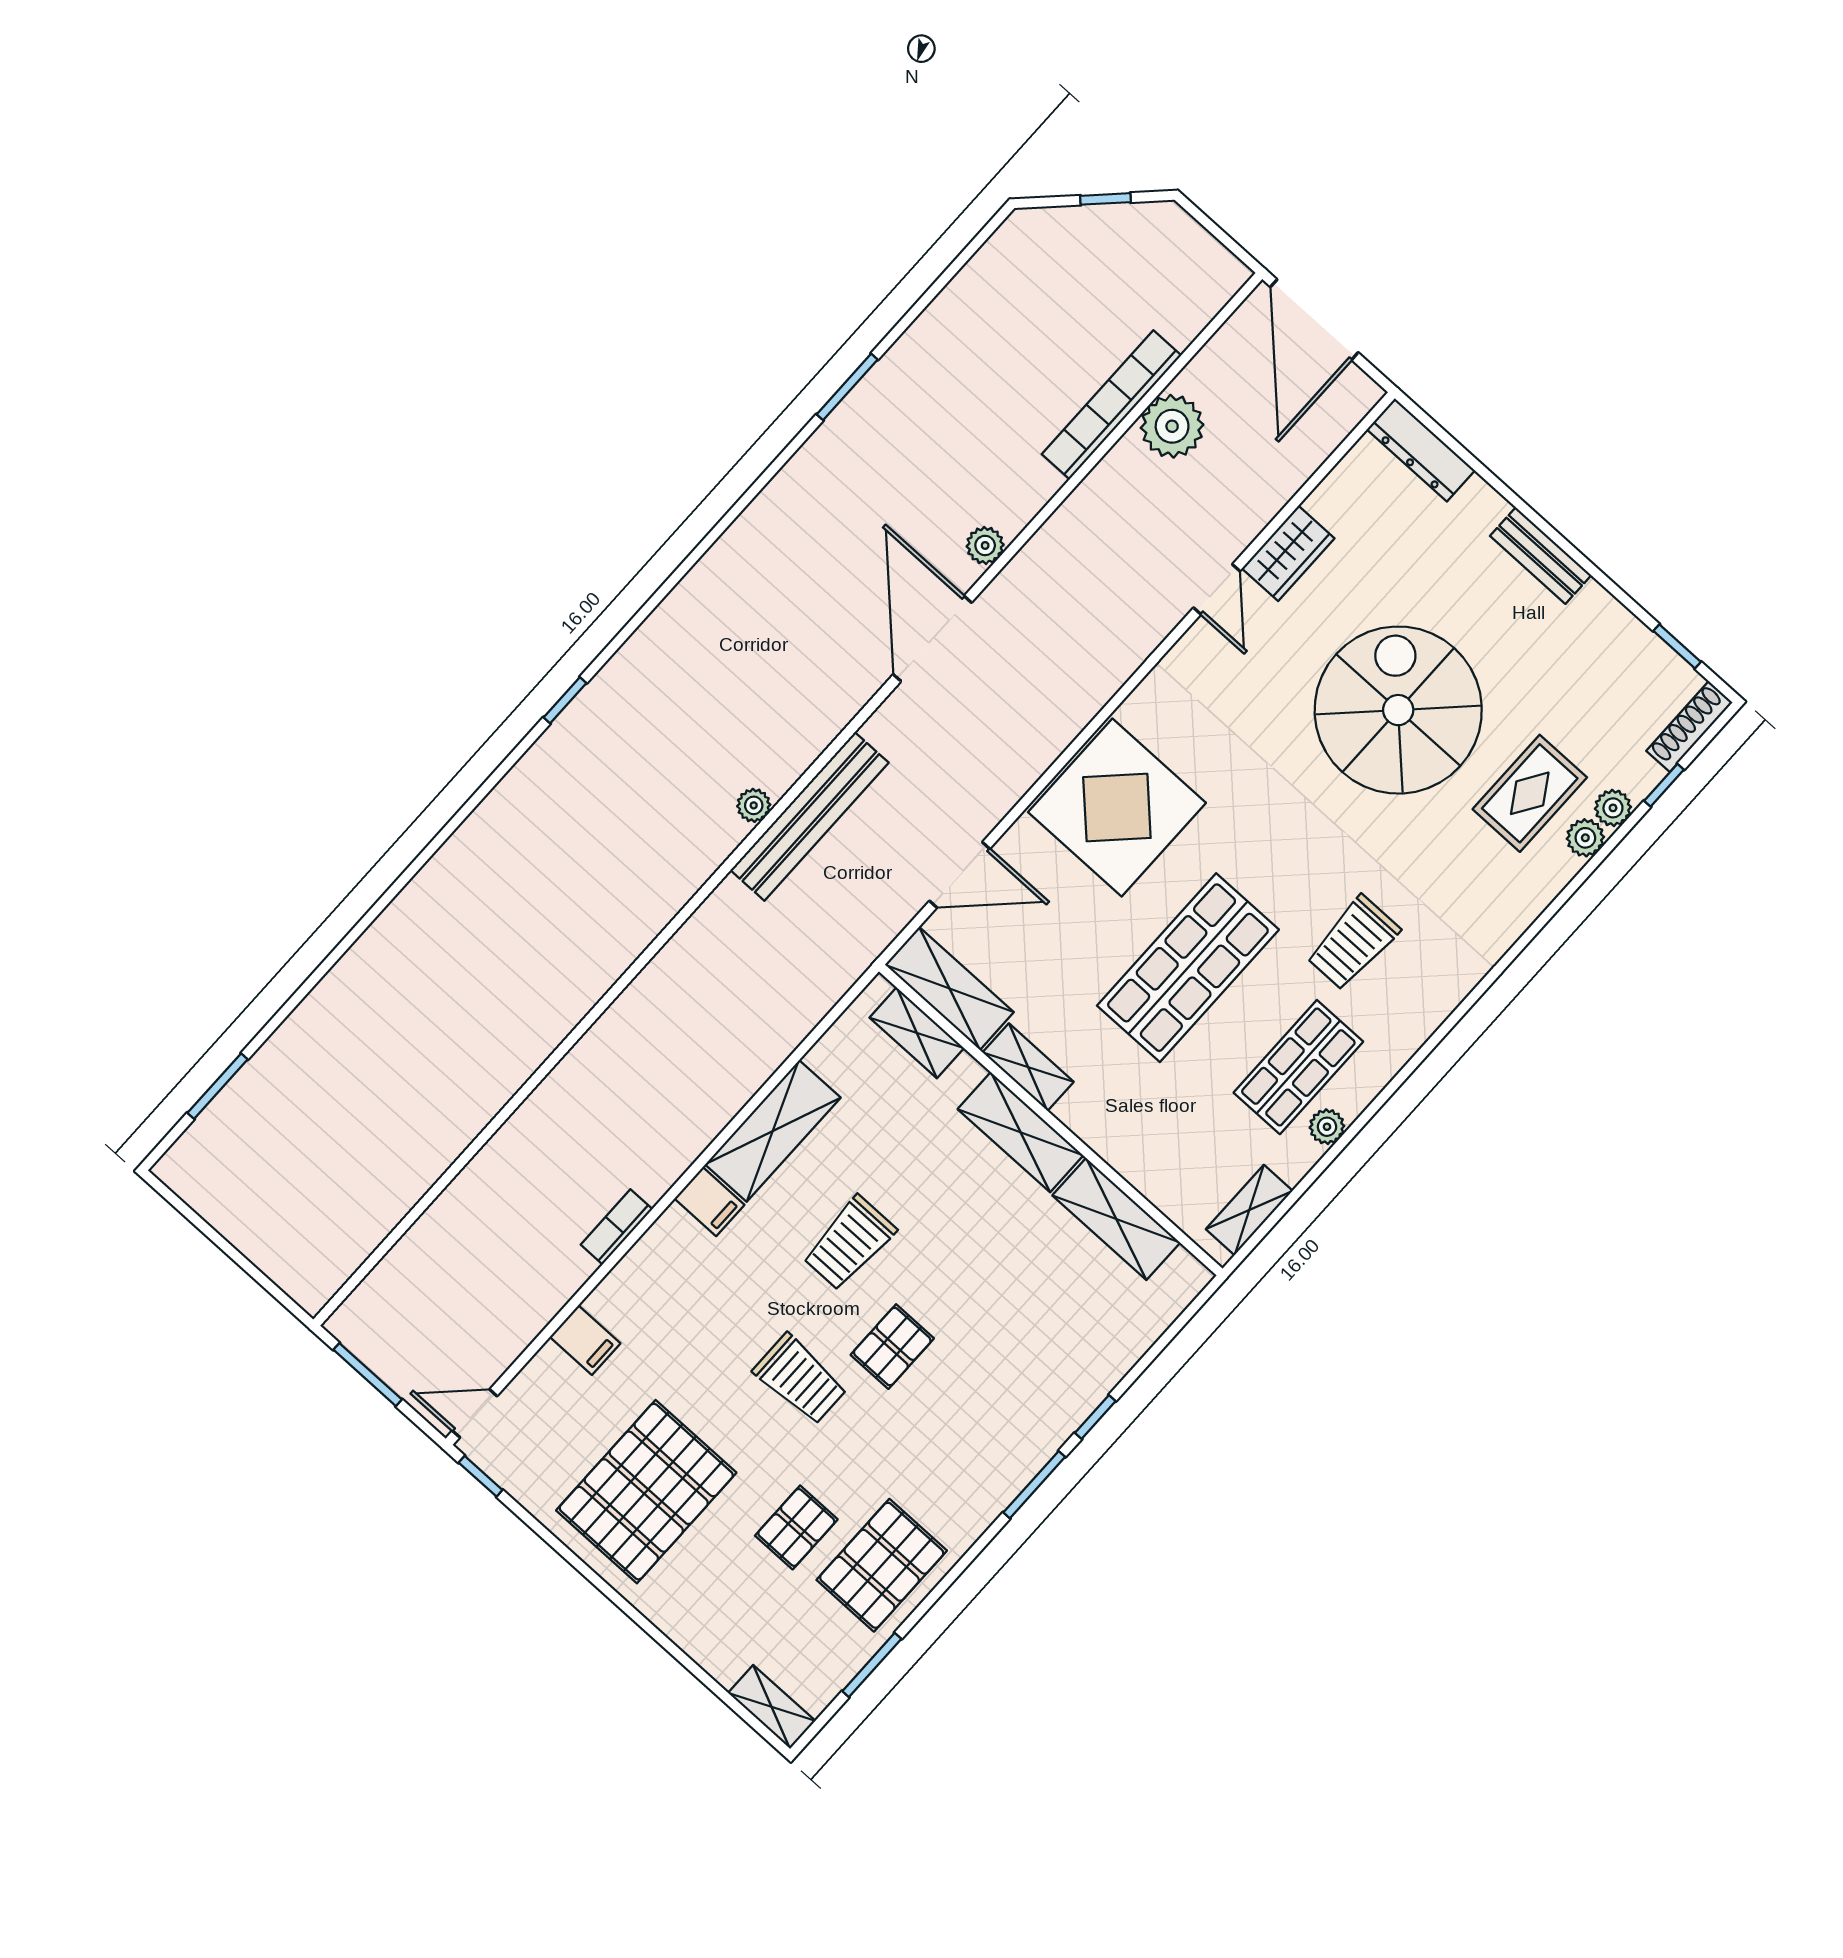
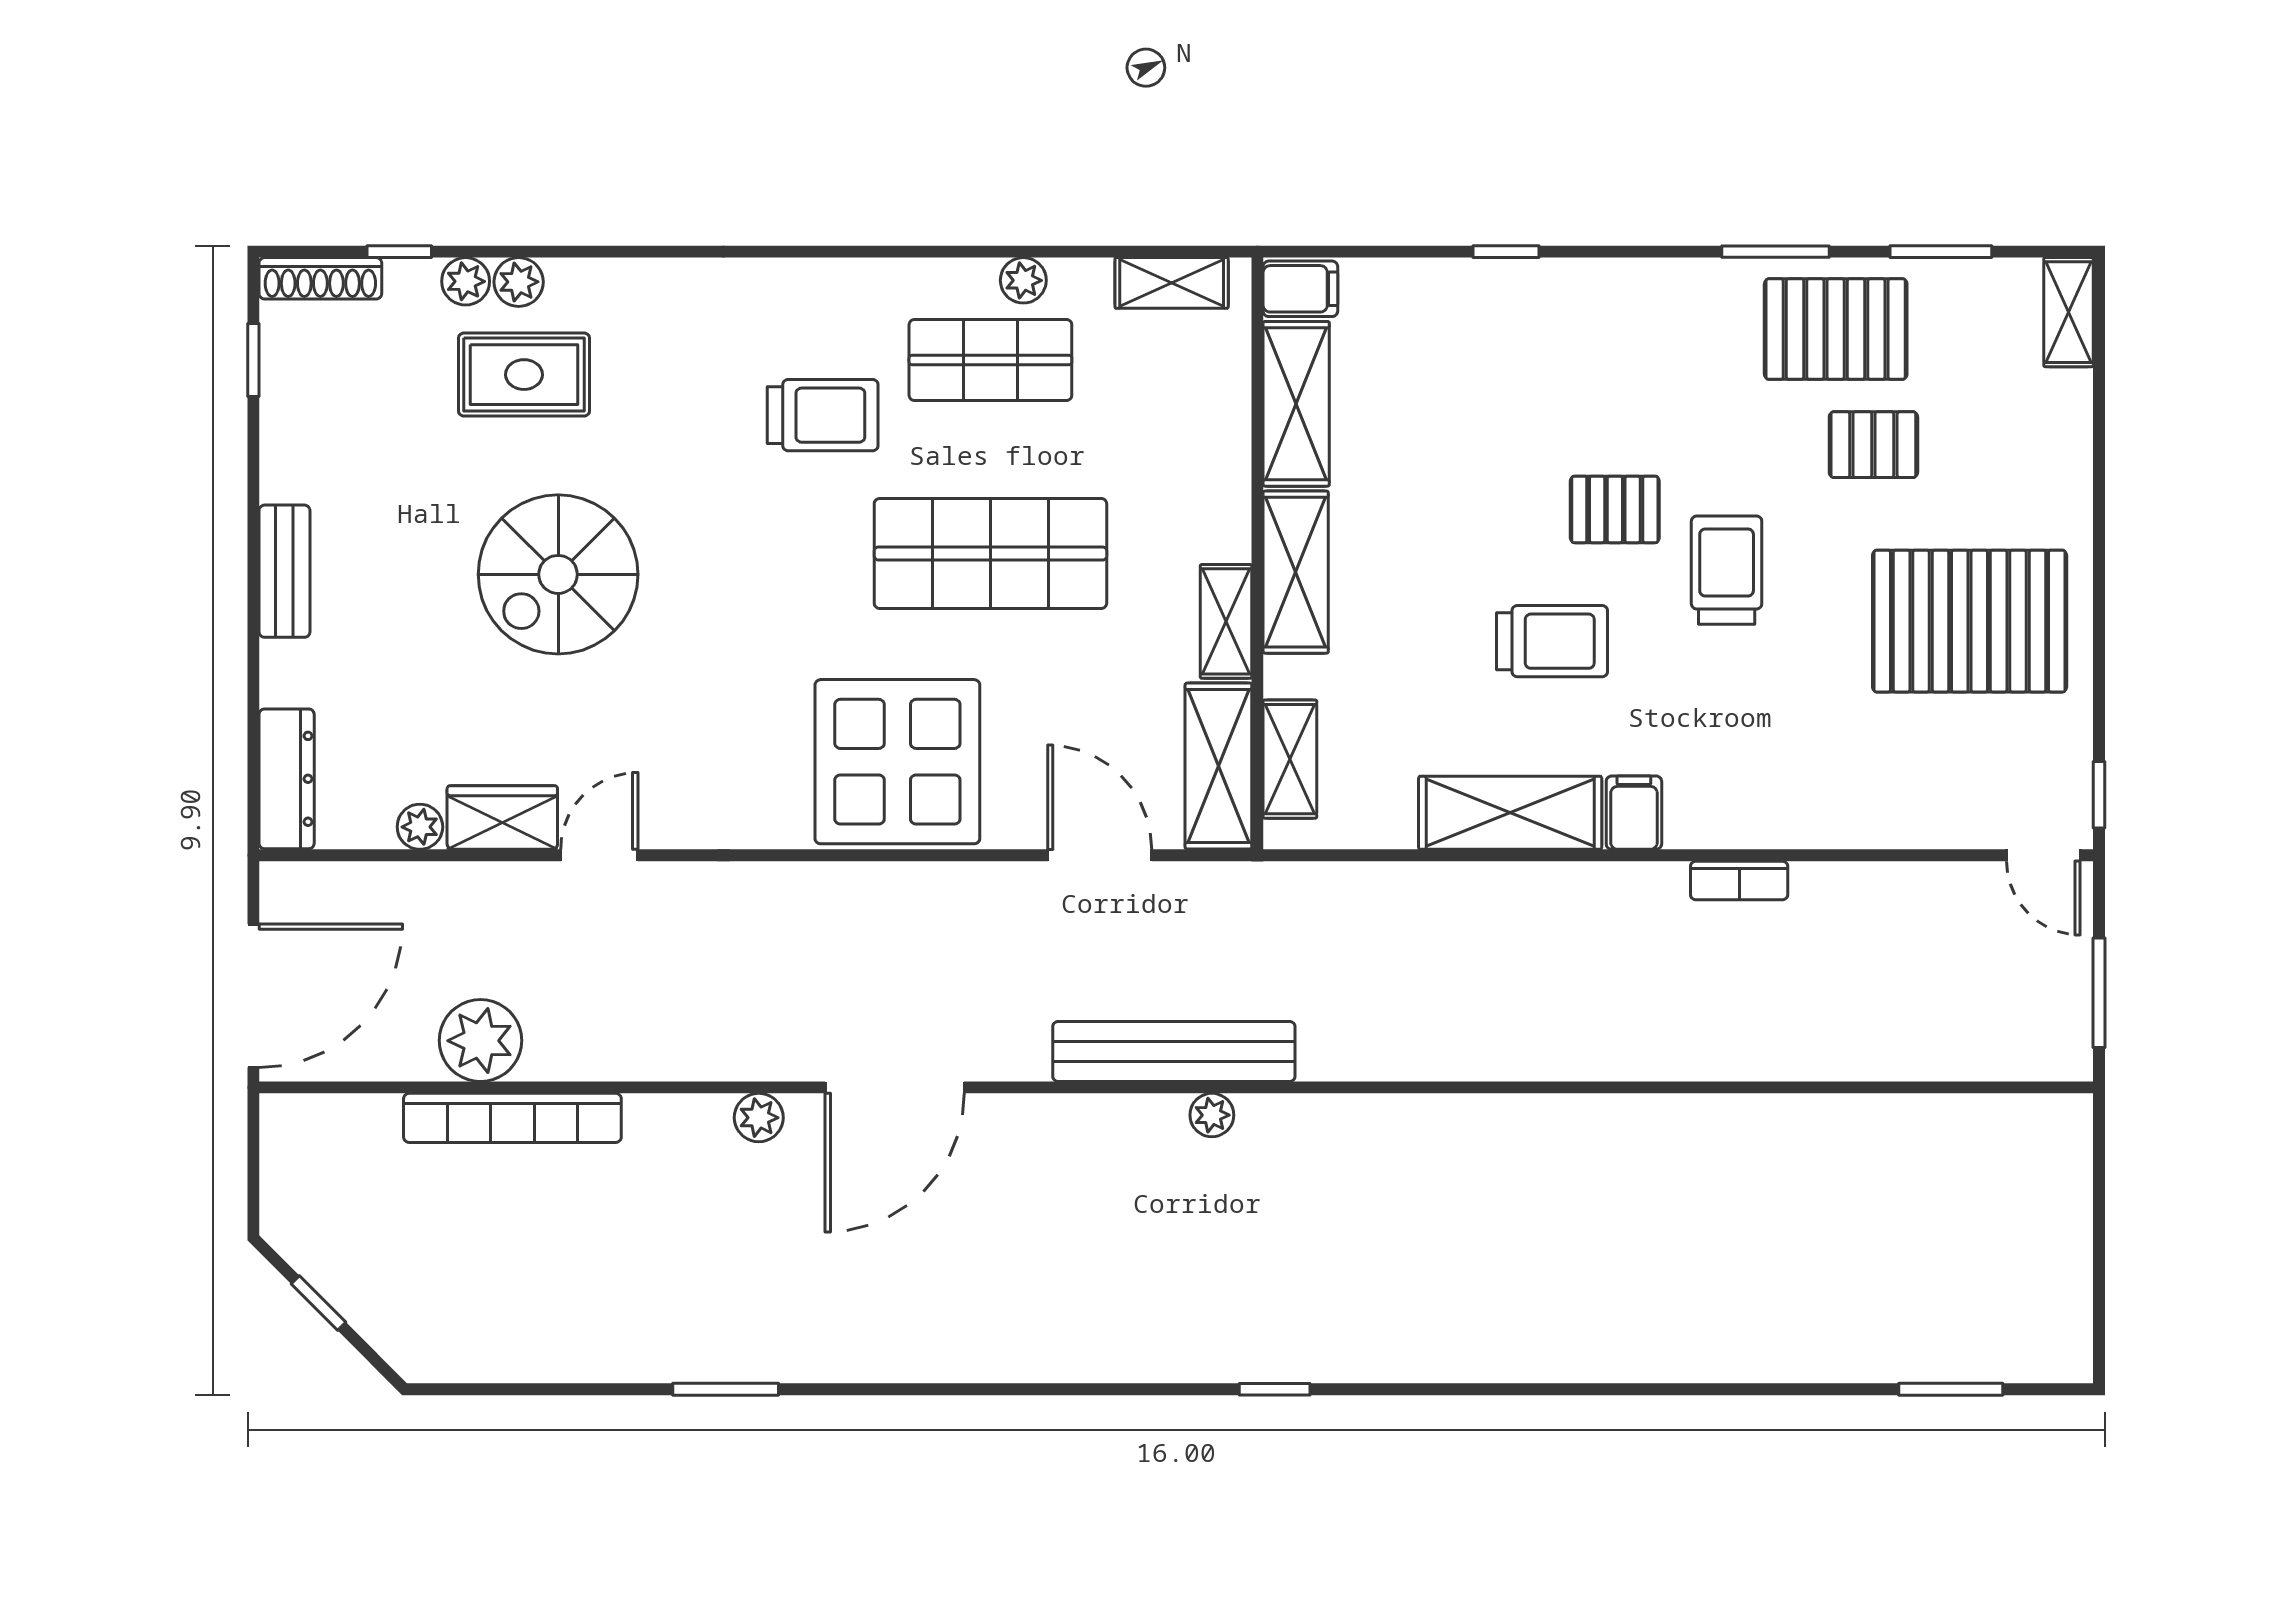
plant: (1325, 502) -> (420, 827), added
spiral stairs: (1398, 710) -> (558, 574), width x0.73, depth x0.73
filing cabinet: (585, 1340) -> (1300, 289), moved, turned 90
window: (1034, 1485) -> (1775, 252), moved

